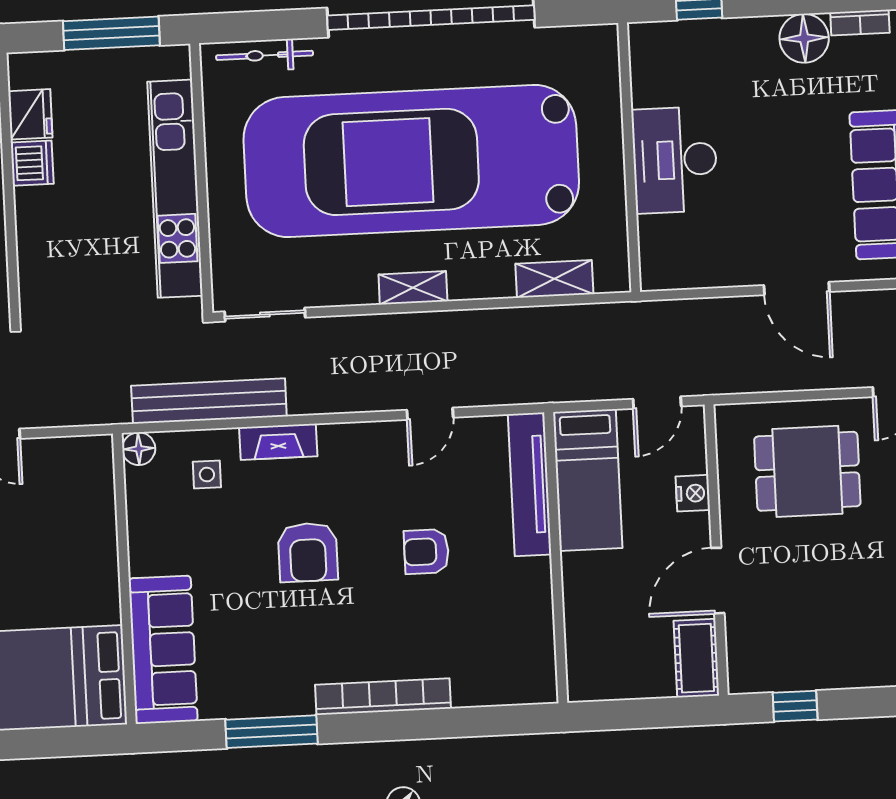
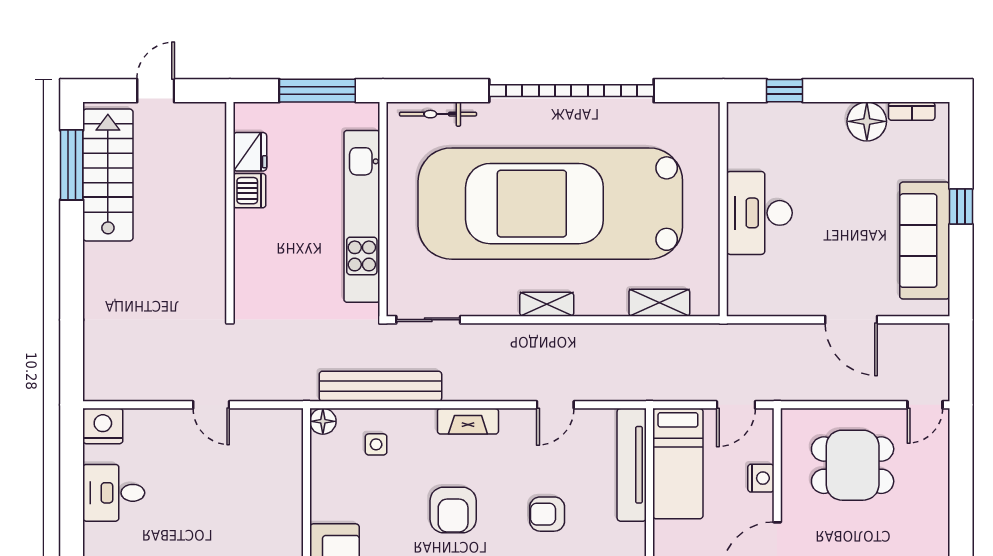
fireplace: (278, 442) -> (468, 421), moved

